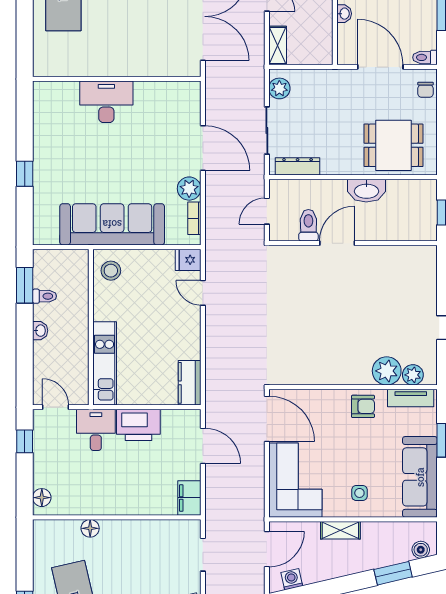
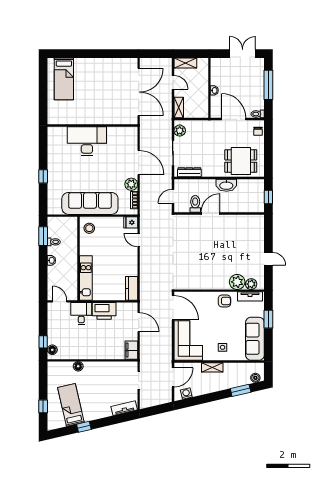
desk: (106, 102) -> (87, 141), width x1.36, depth x1.30
window: (25, 441) -> (43, 342), moved

